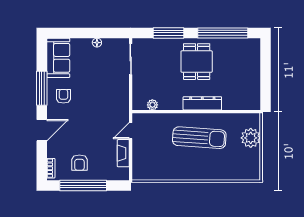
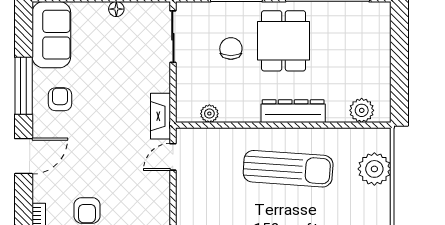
chair: (165, 66) -> (231, 49), added
plant: (243, 103) -> (362, 110), added
fireplace: (123, 153) -> (161, 116), moved

